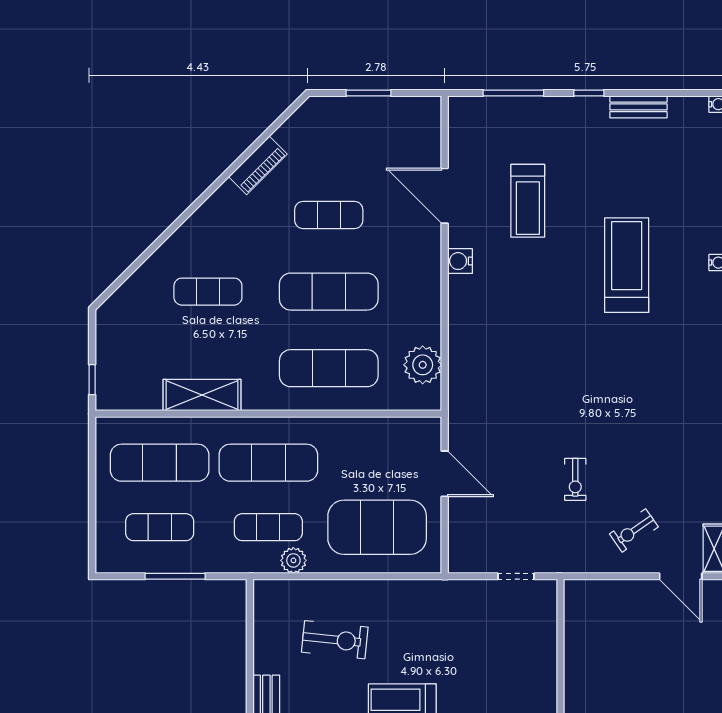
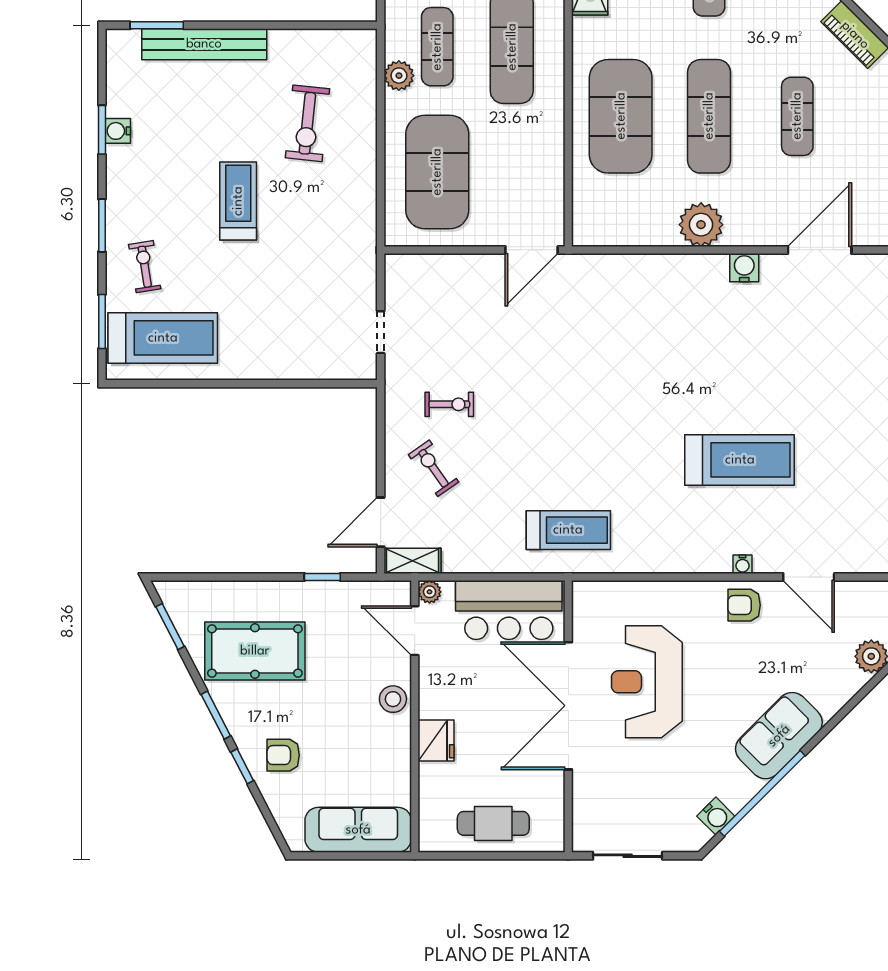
treadmill: (528, 201) -> (568, 530), moved, turned 180
plant: (423, 365) -> (701, 225), moved
exercise mat: (329, 368) -> (621, 116), width x1.47
door: (445, 474) -> (532, 250), moved
exercise bike: (575, 479) -> (449, 404), moved, turned 180

